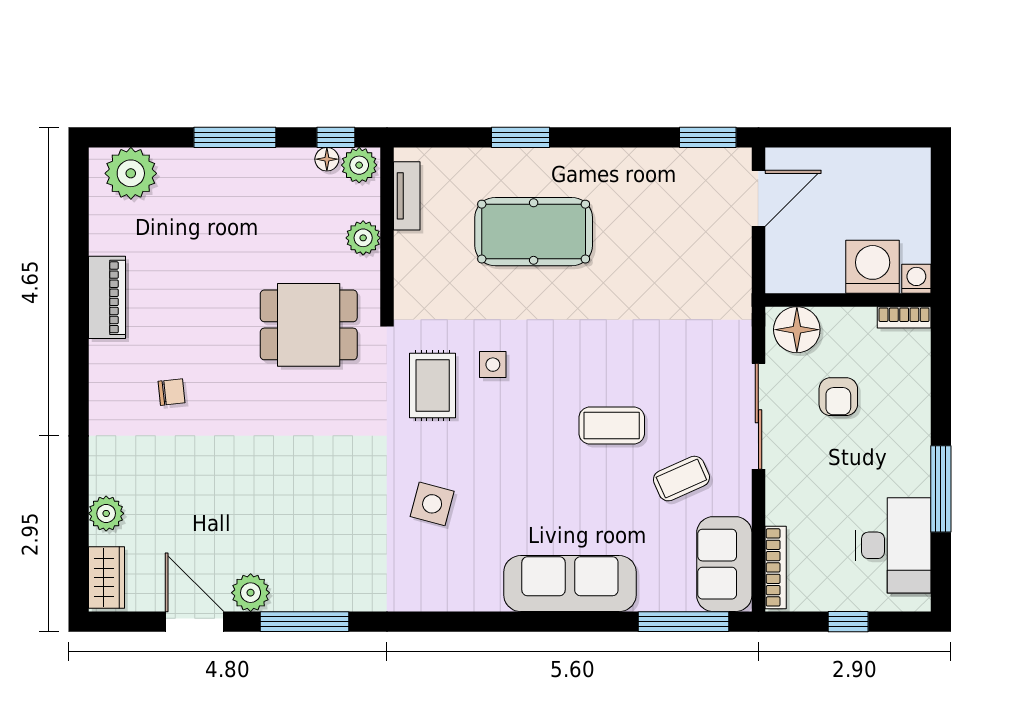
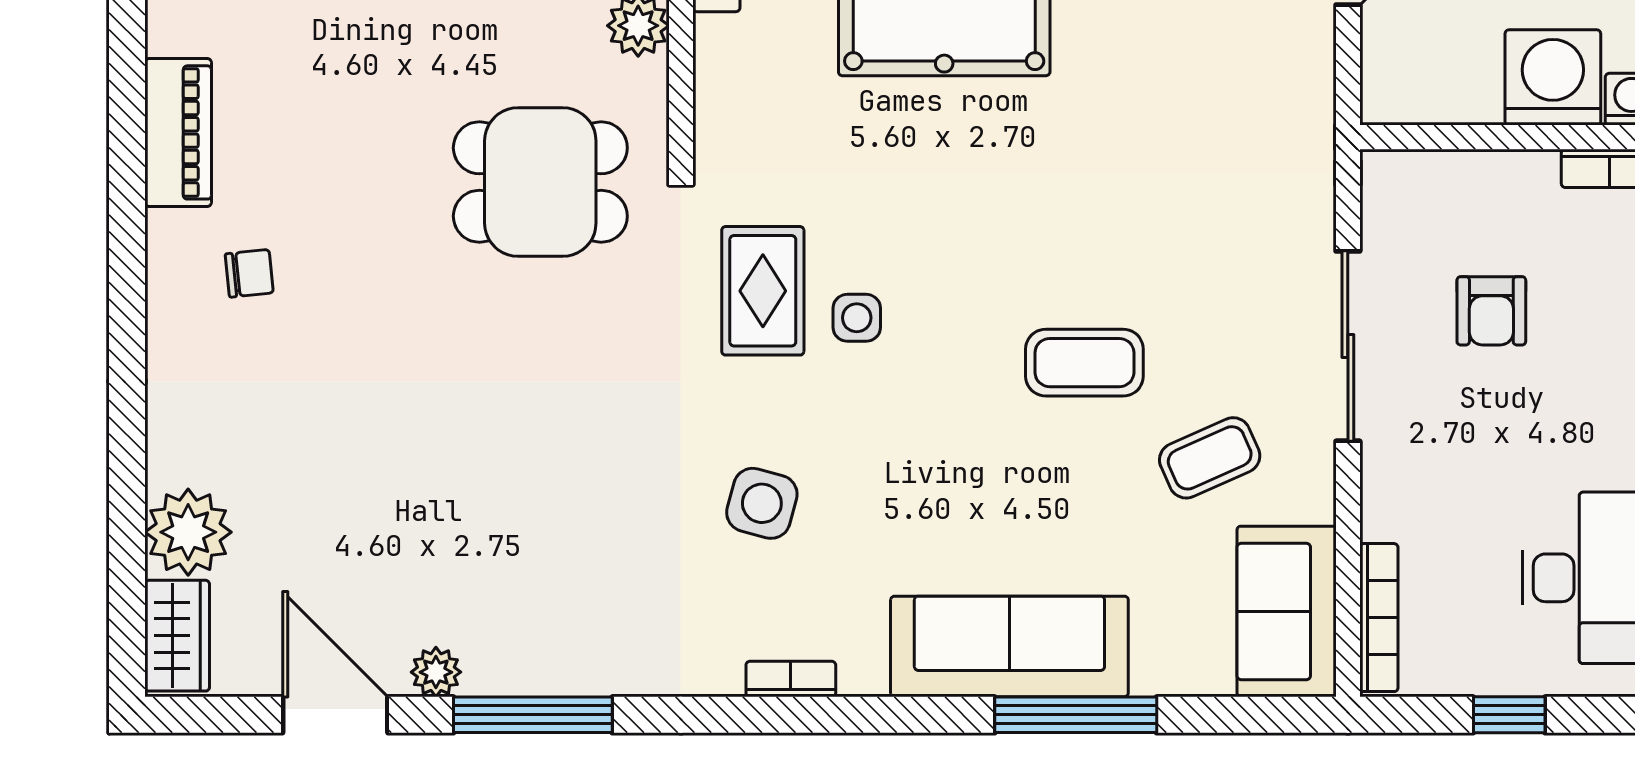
floor lamp: (797, 330) -> (1417, 191), removed
side table: (493, 365) -> (857, 318), moved
chair: (172, 392) -> (249, 273), moved
plant: (106, 513) -> (188, 532), width x1.36, depth x1.36
plant: (251, 593) -> (436, 672), width x0.73, depth x0.73
bookcase: (448, 602) -> (791, 679), added
window: (683, 622) -> (1076, 715), moved

